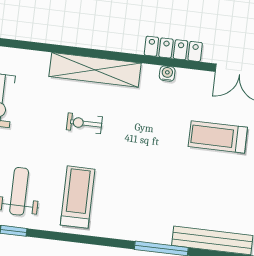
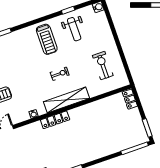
locker: (173, 49) -> (55, 120), moved

